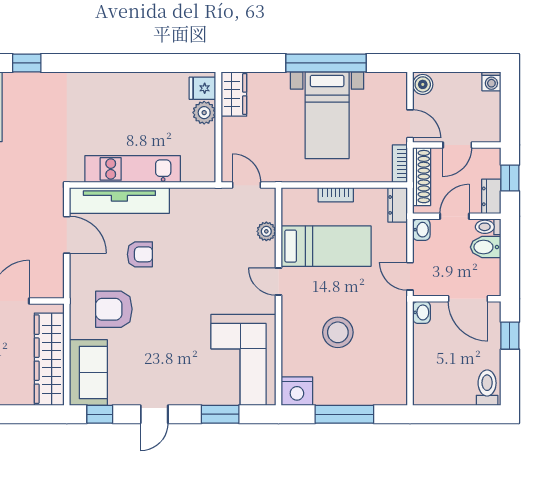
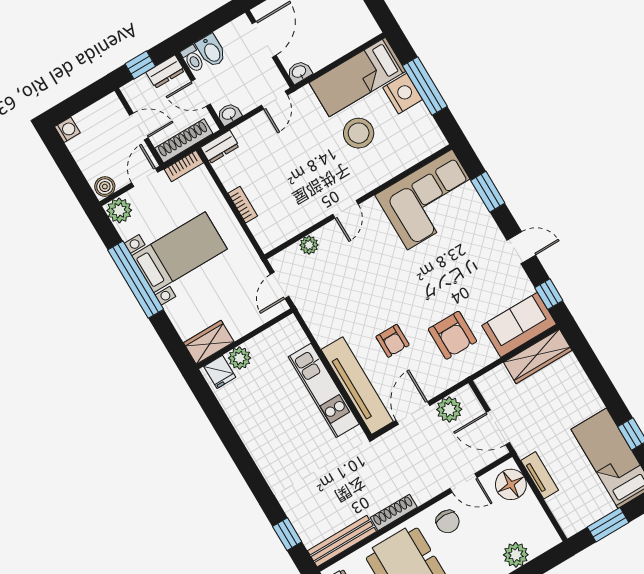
plant: (395, 85) -> (119, 210), added
bed: (326, 246) -> (357, 77), moved, turned -90
armchair: (140, 254) -> (393, 341), turned 180
plant: (51, 268) -> (449, 409), added
wardrobe: (49, 359) -> (538, 356), width x0.71, depth x0.85
nightstand: (297, 391) -> (403, 93), moved

